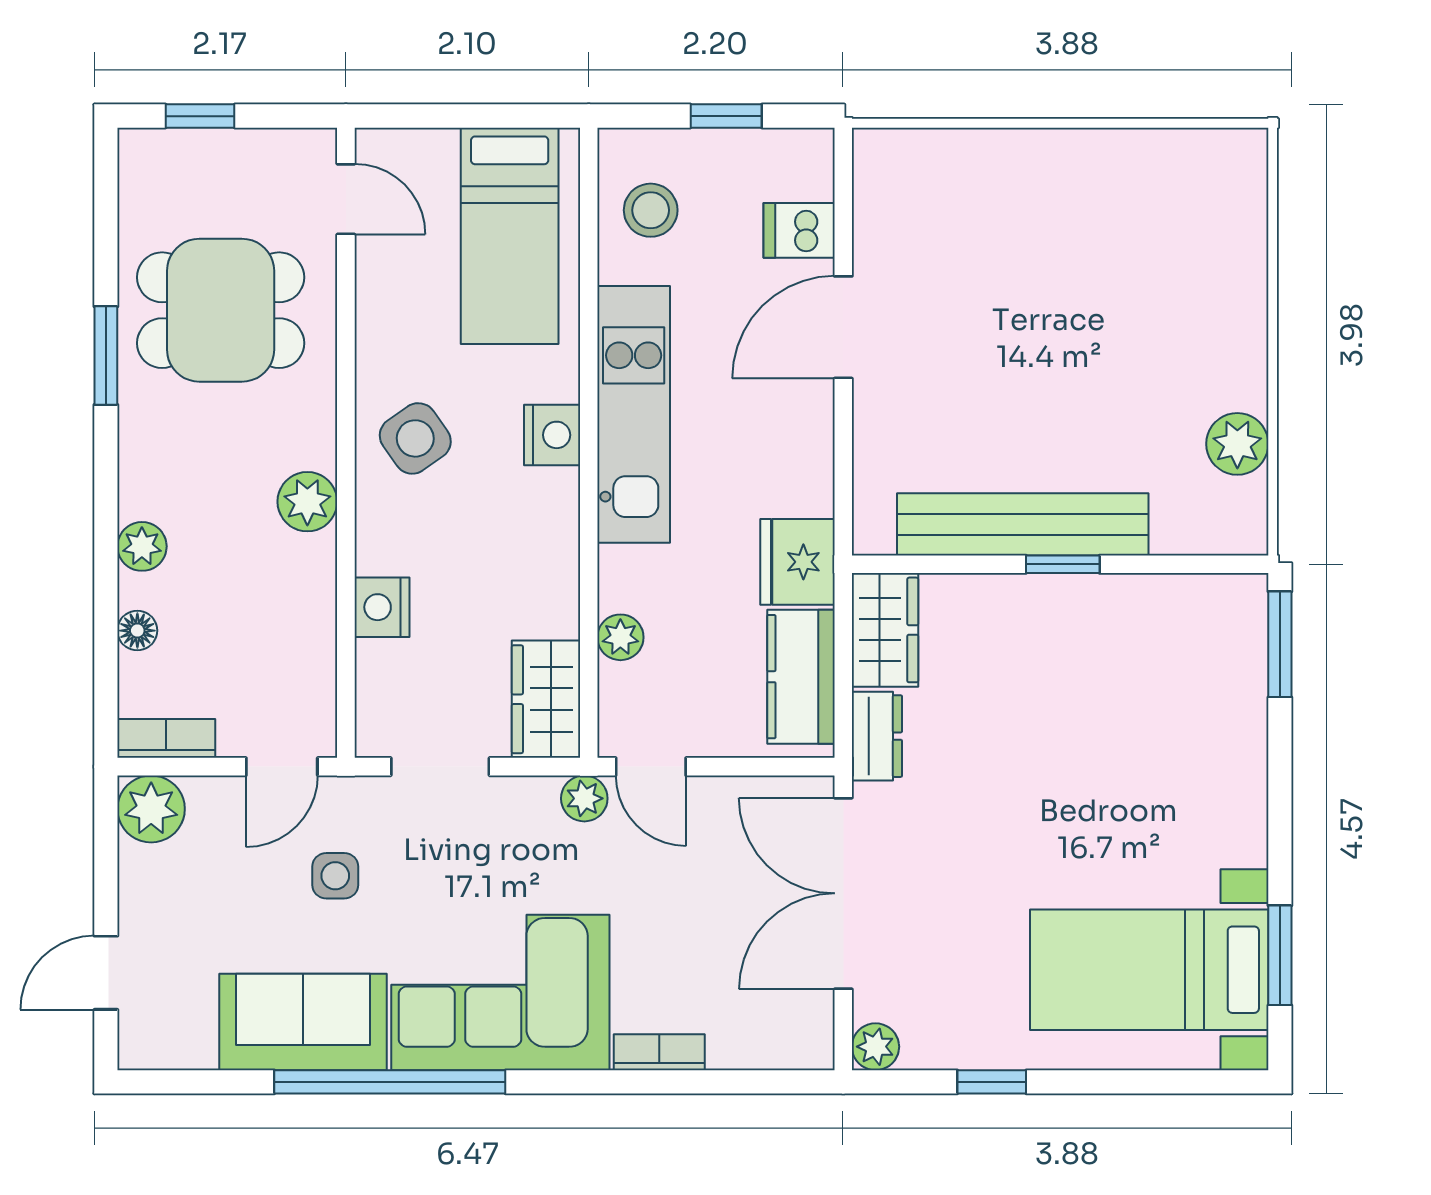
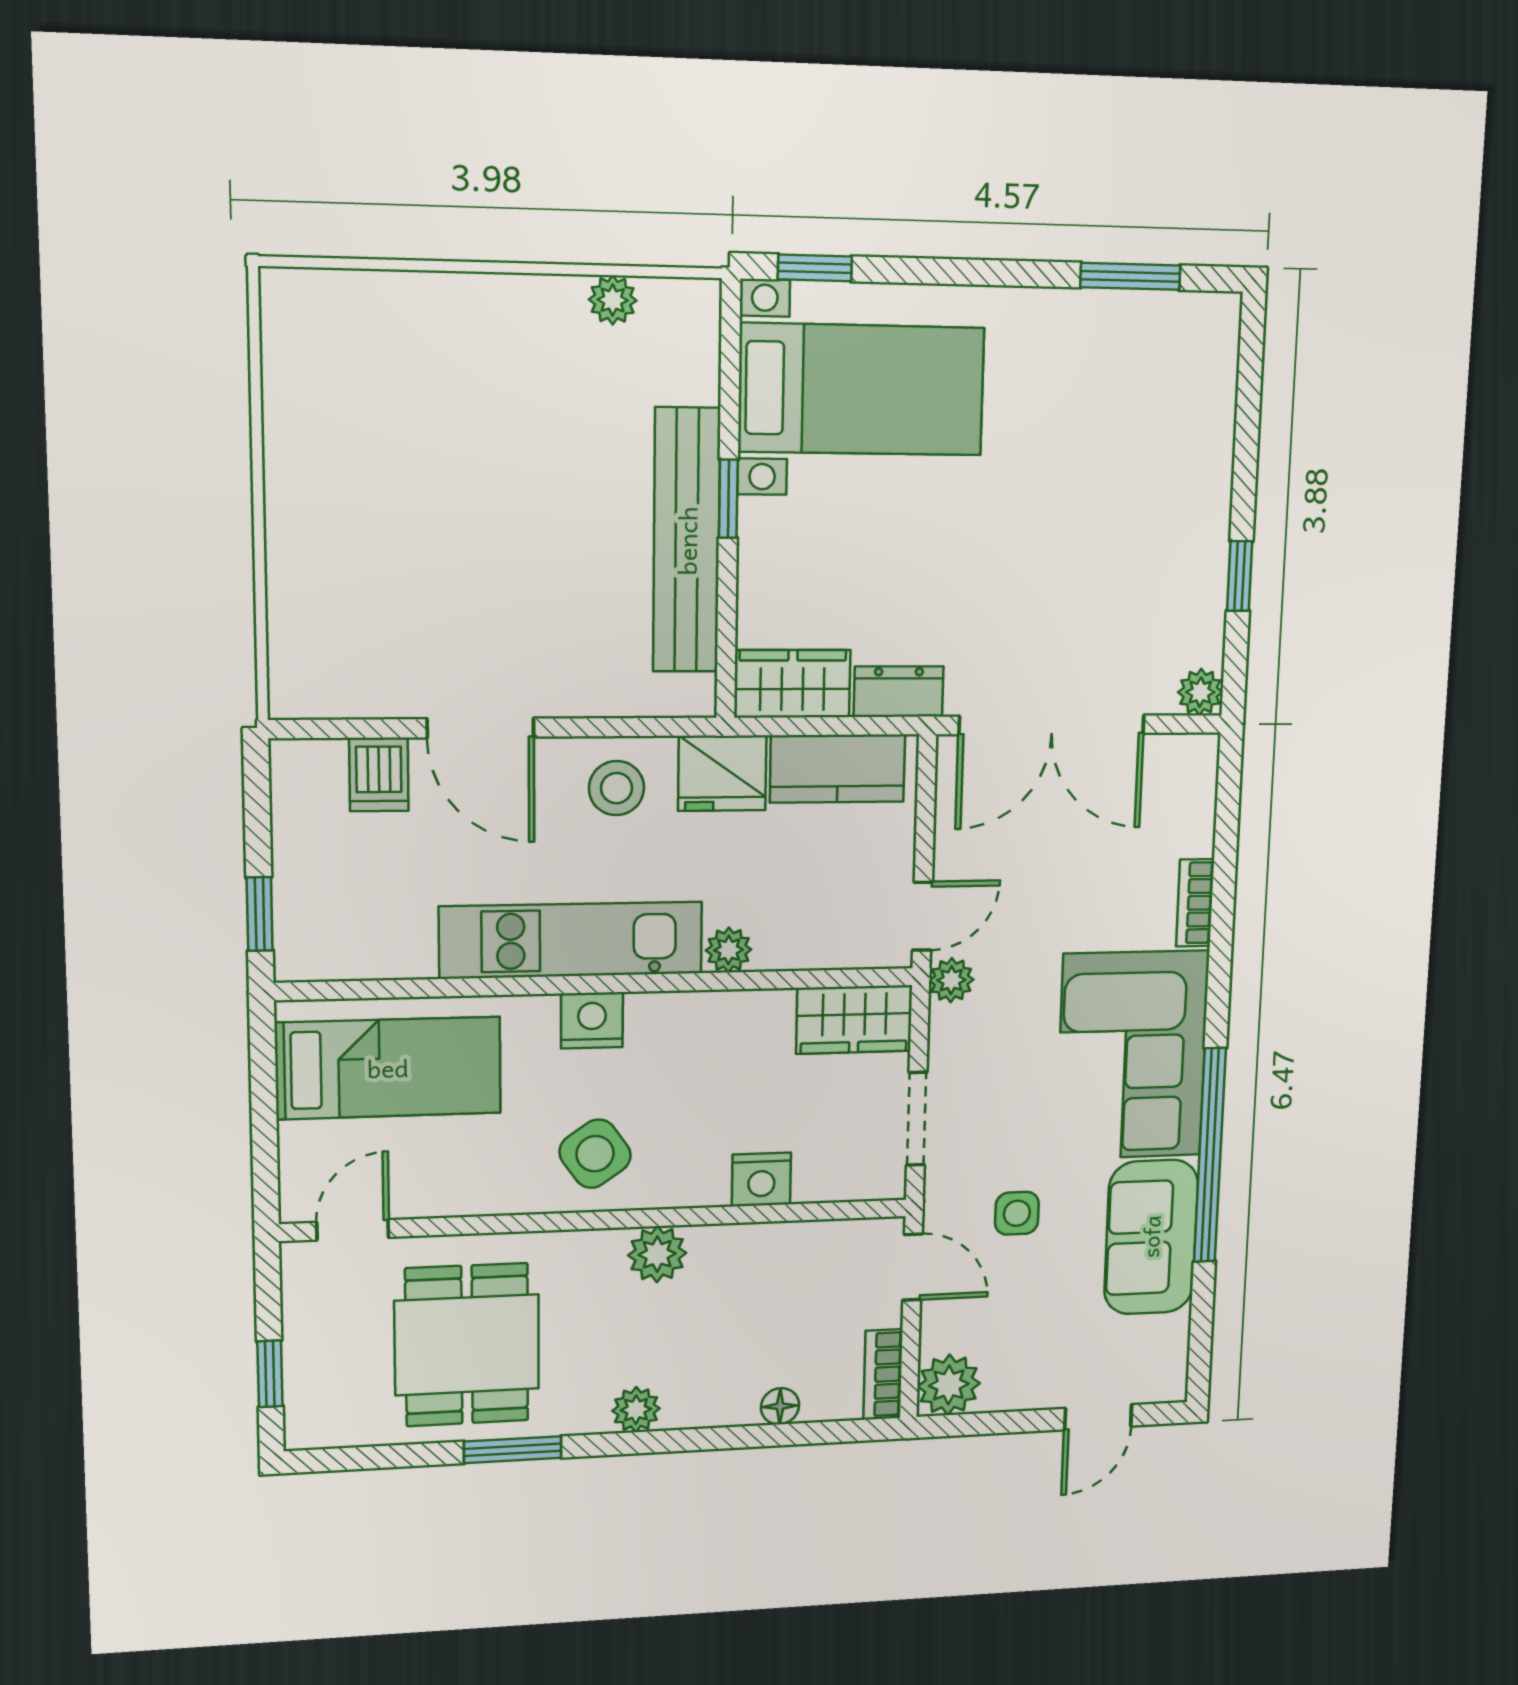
window: (726, 116) -> (260, 914), moved
stool: (651, 210) -> (616, 788), moved
plant: (1237, 444) -> (613, 300), width x0.73, depth x0.73
plant: (142, 546) -> (636, 1410), moved
plant: (620, 637) -> (729, 950), moved
window: (1280, 644) -> (815, 268), width x0.67
bed with nightstands: (1149, 970) -> (861, 390), moved, turned -90
door: (106, 973) -> (1098, 1417), hinge flipped

